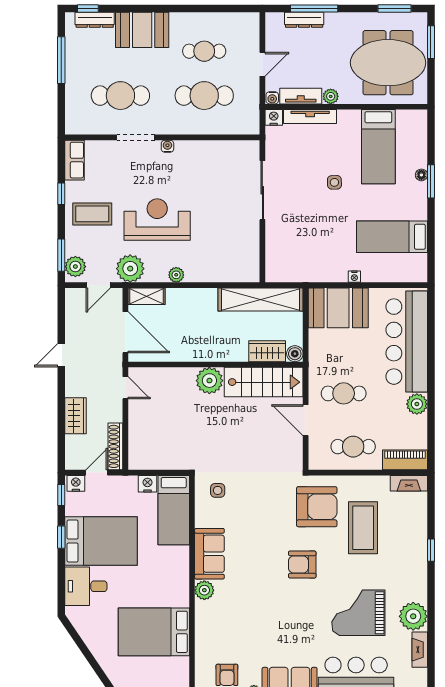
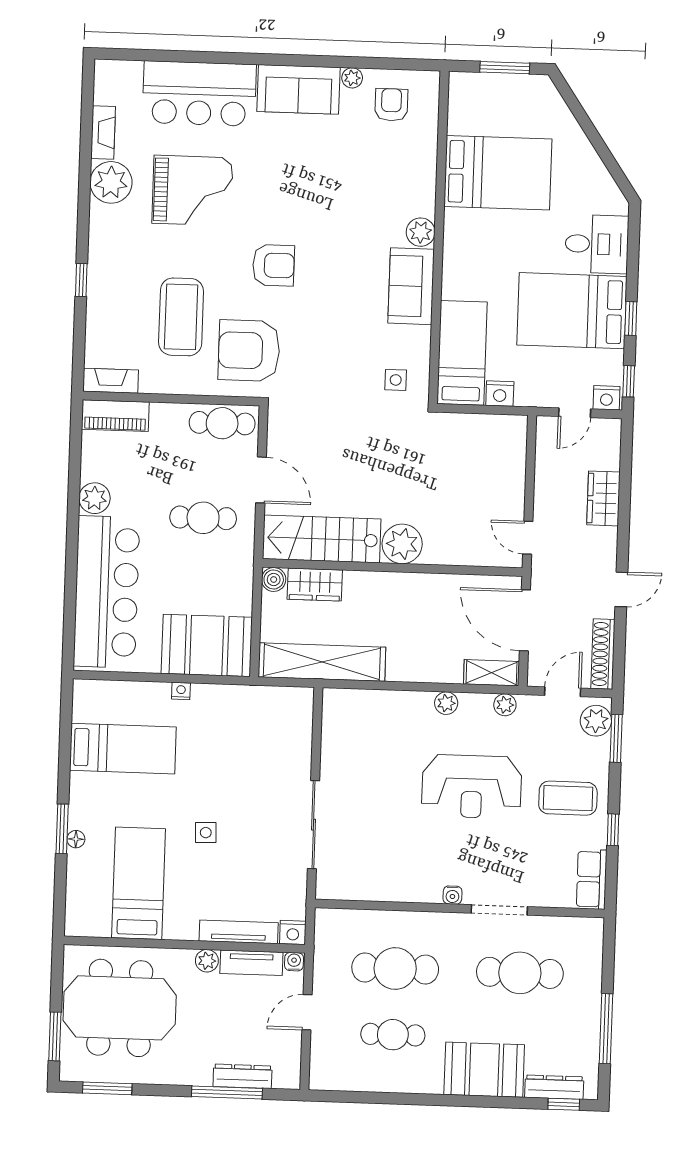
plant: (130, 269) -> (505, 705), width x0.53, depth x0.53
shoe rack: (115, 446) -> (603, 654), moved, turned 180
cafe table: (353, 447) -> (222, 423), moved

